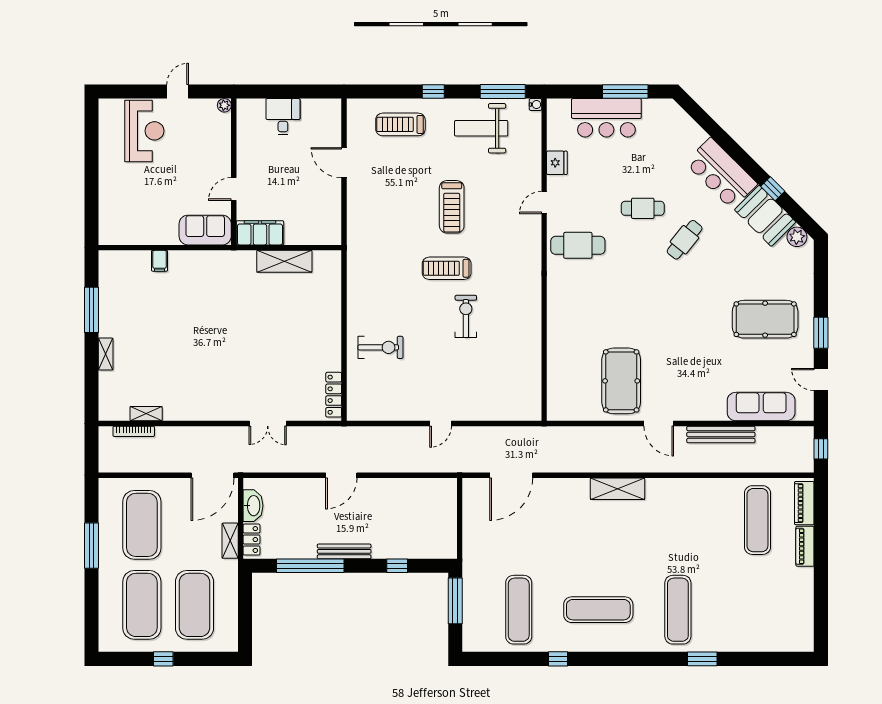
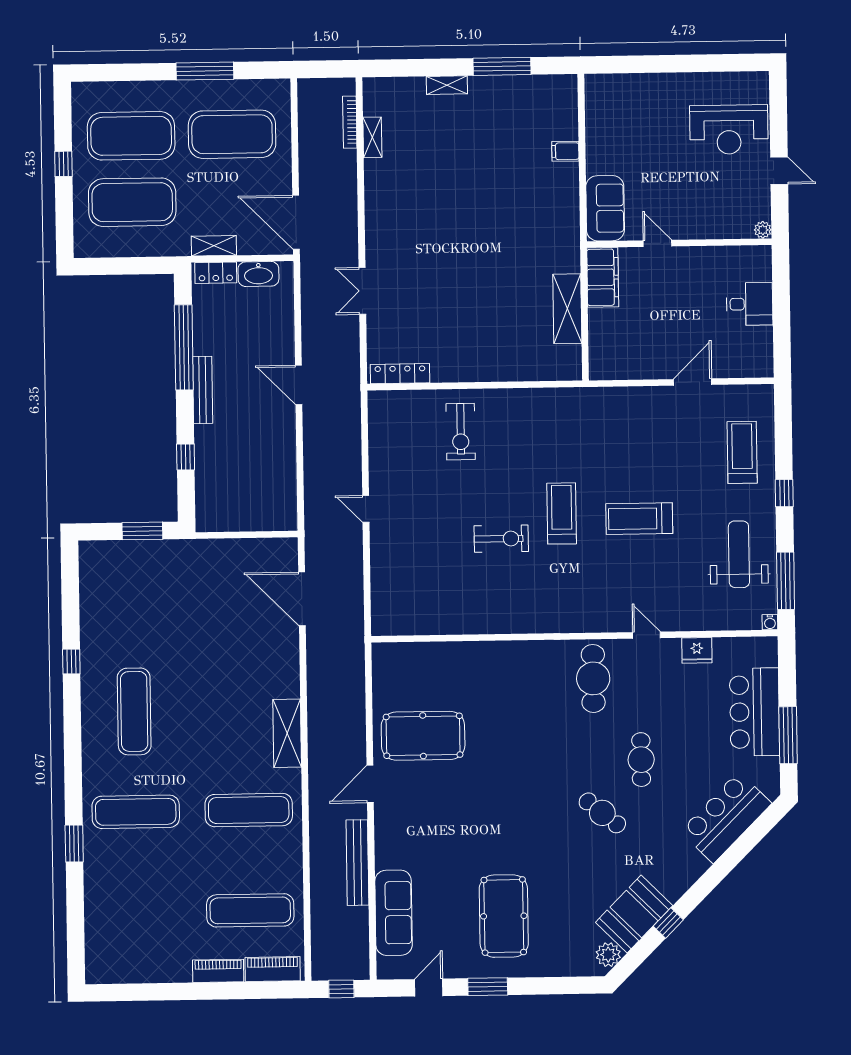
bar counter: (721, 173) -> (726, 817), moved
window: (455, 601) -> (142, 531), width x0.69
exercise mat: (519, 610) -> (249, 810), moved

